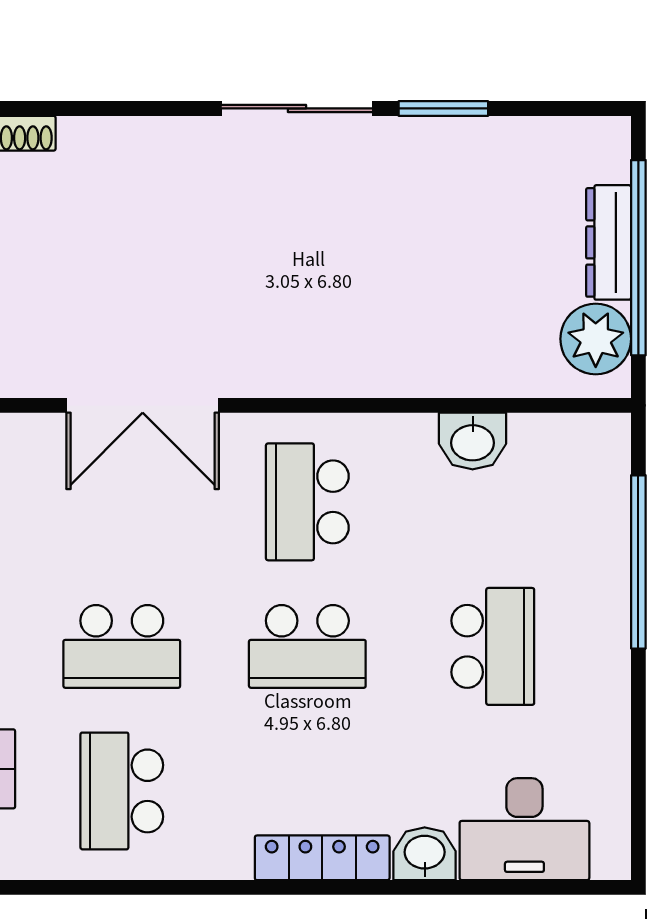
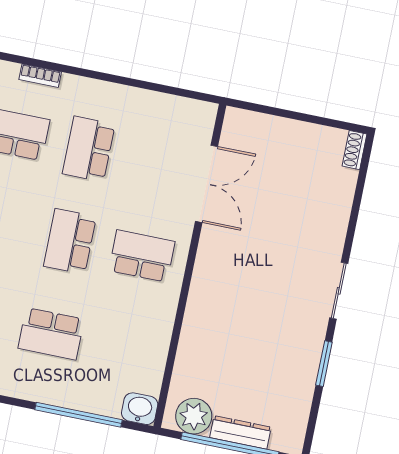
sliding door: (297, 108) -> (339, 291), width x0.73
double door: (143, 405) -> (207, 184), swing flipped
washbasin: (473, 441) -> (140, 409), moved, turned 90

